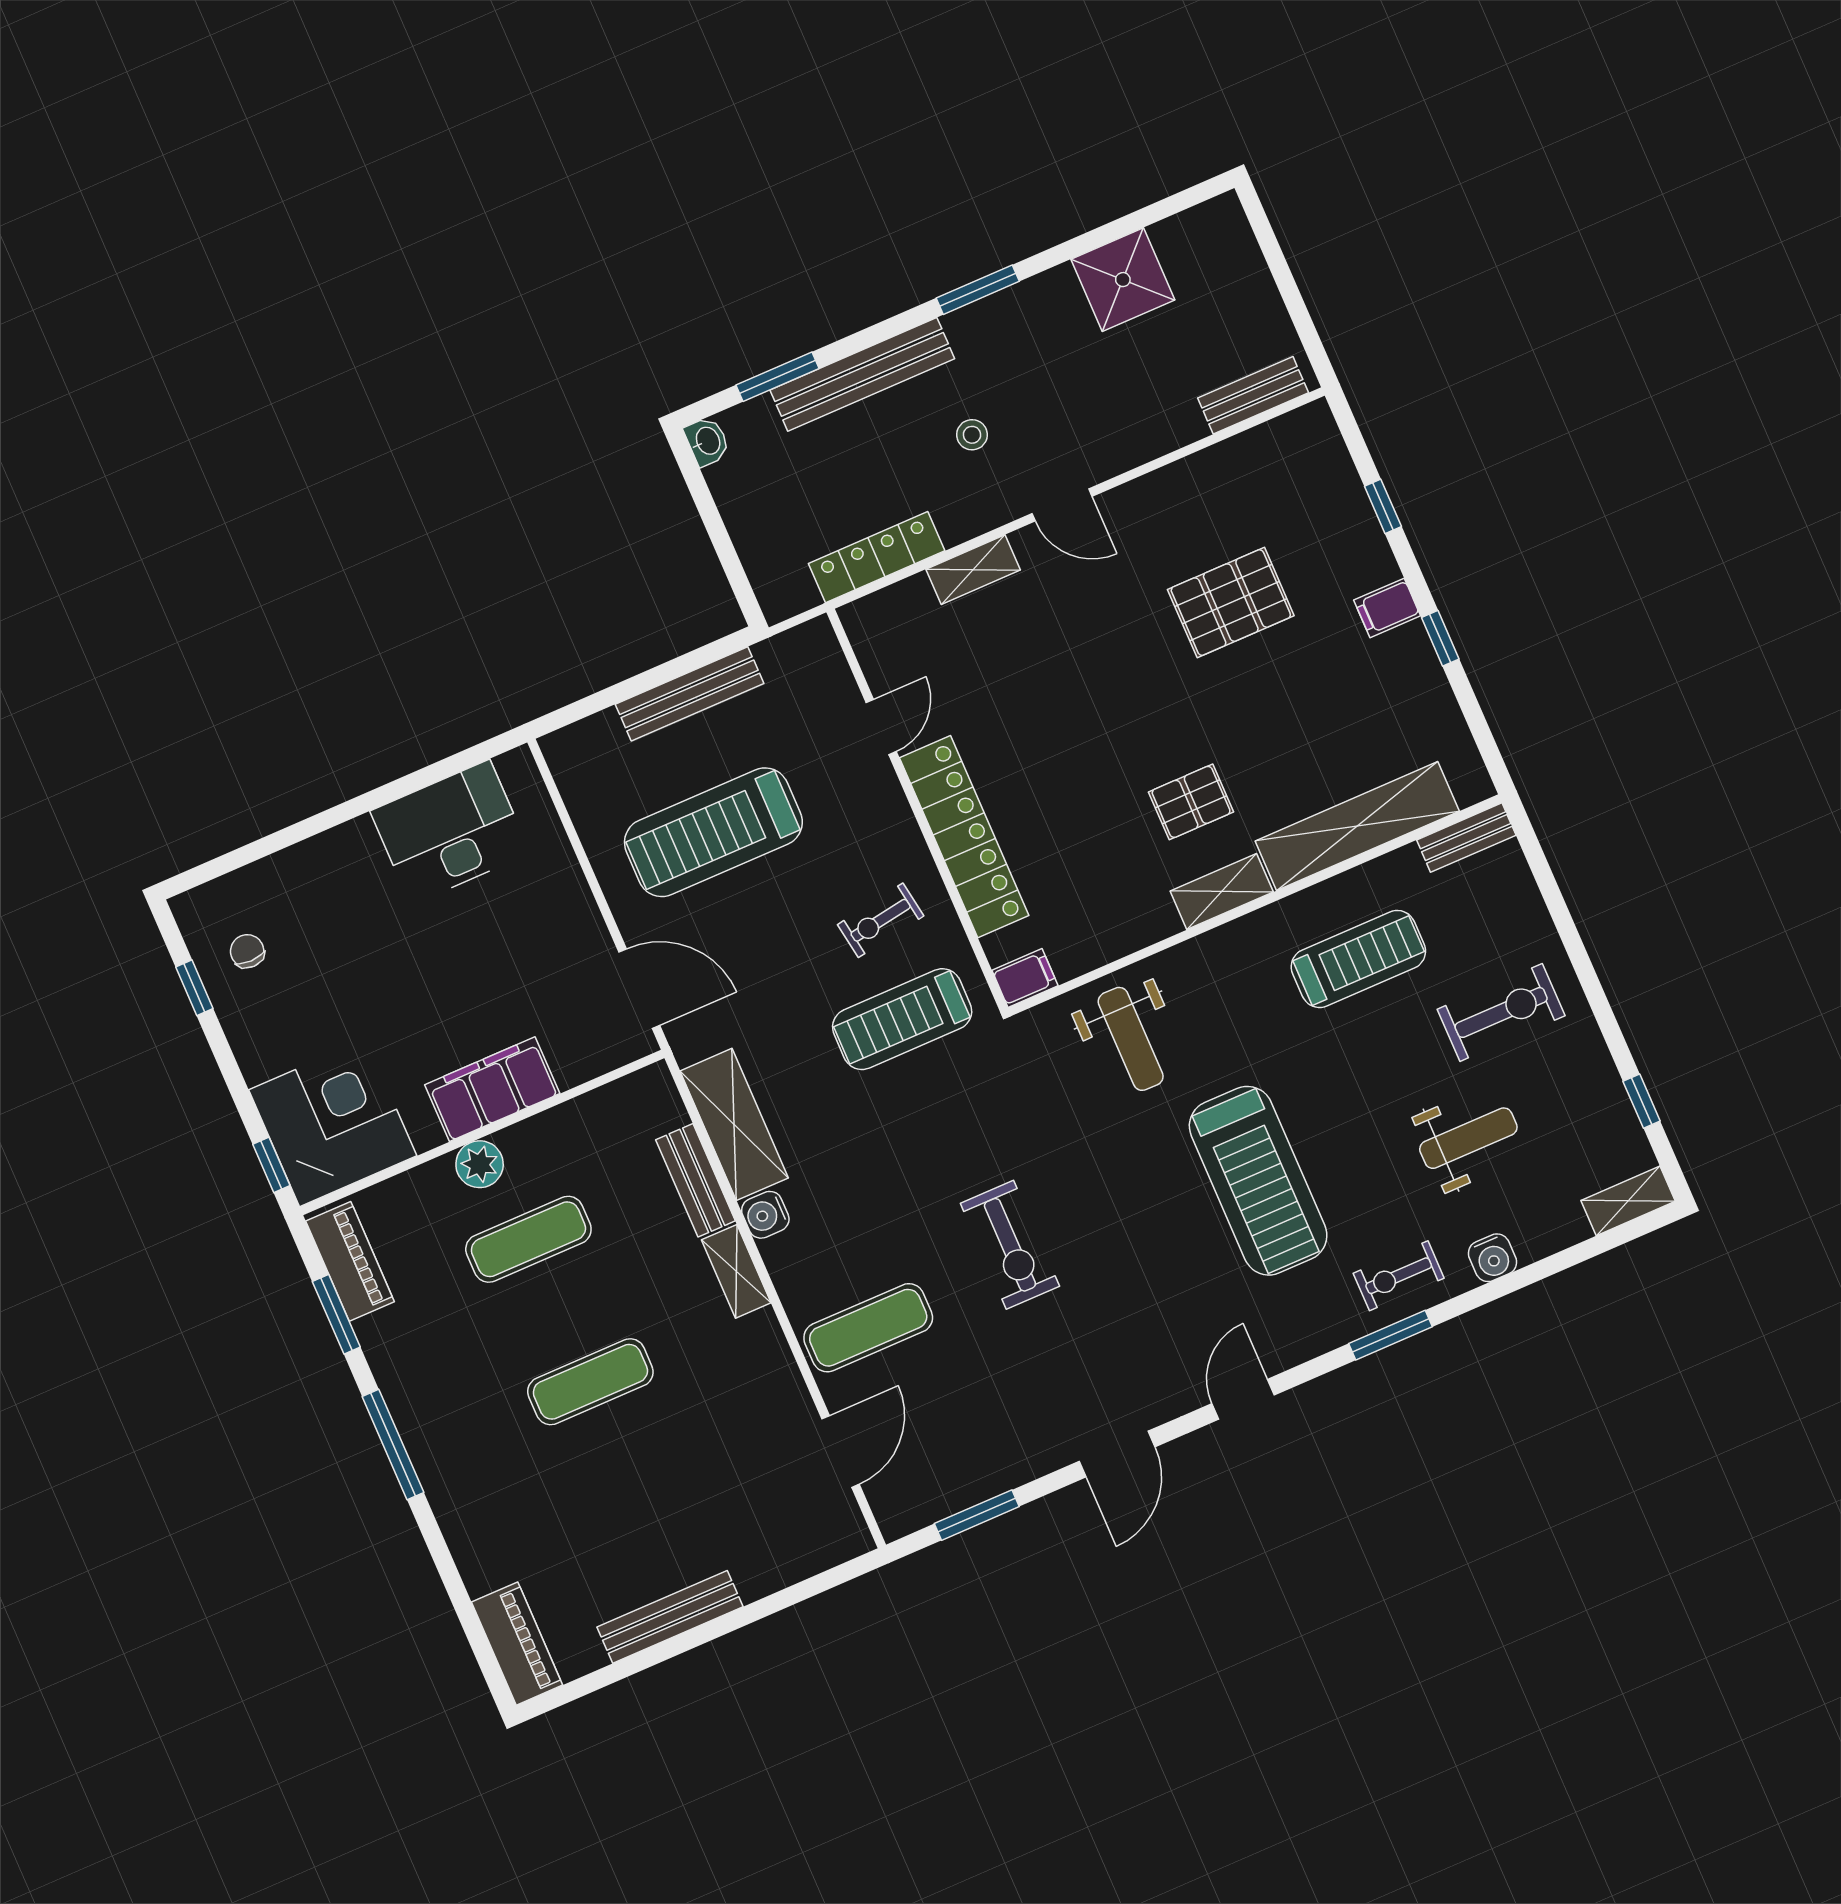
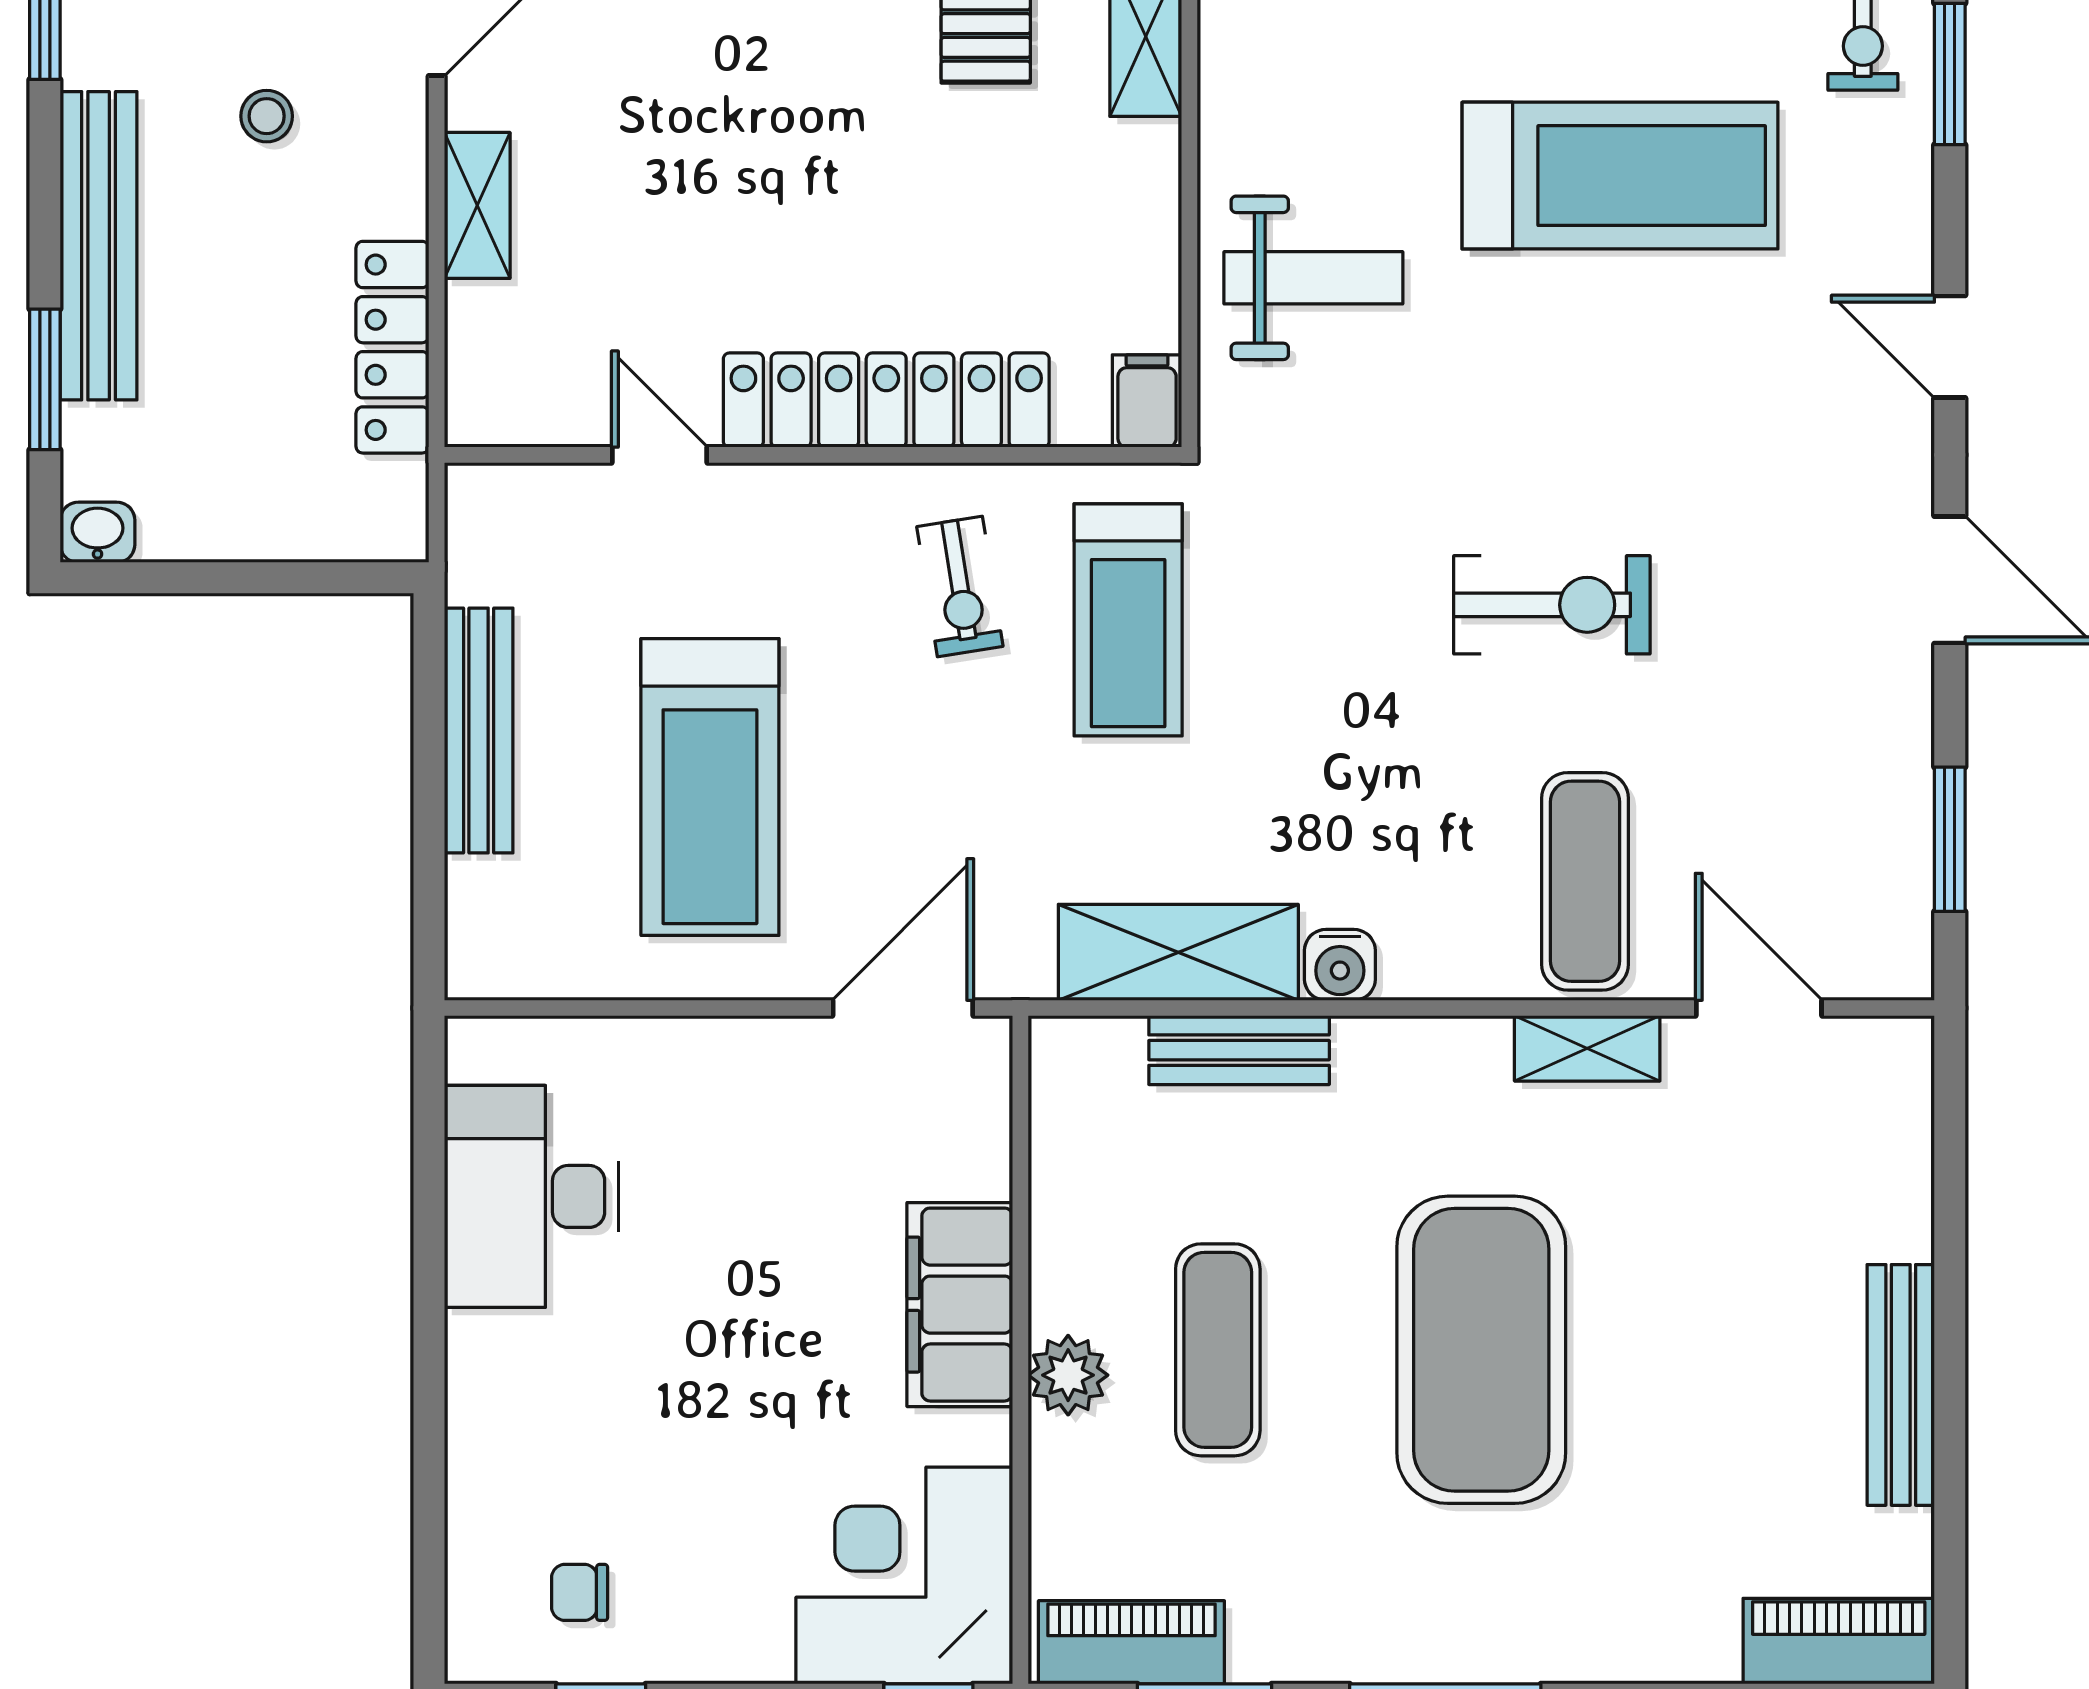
shelving: (736, 1271) -> (1587, 1048), moved
exercise mat: (590, 1382) -> (1481, 1350), width x2.00, depth x1.45

